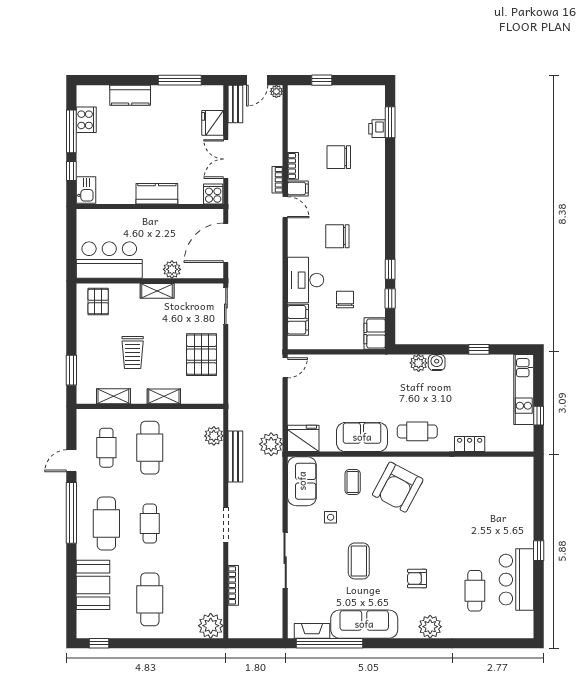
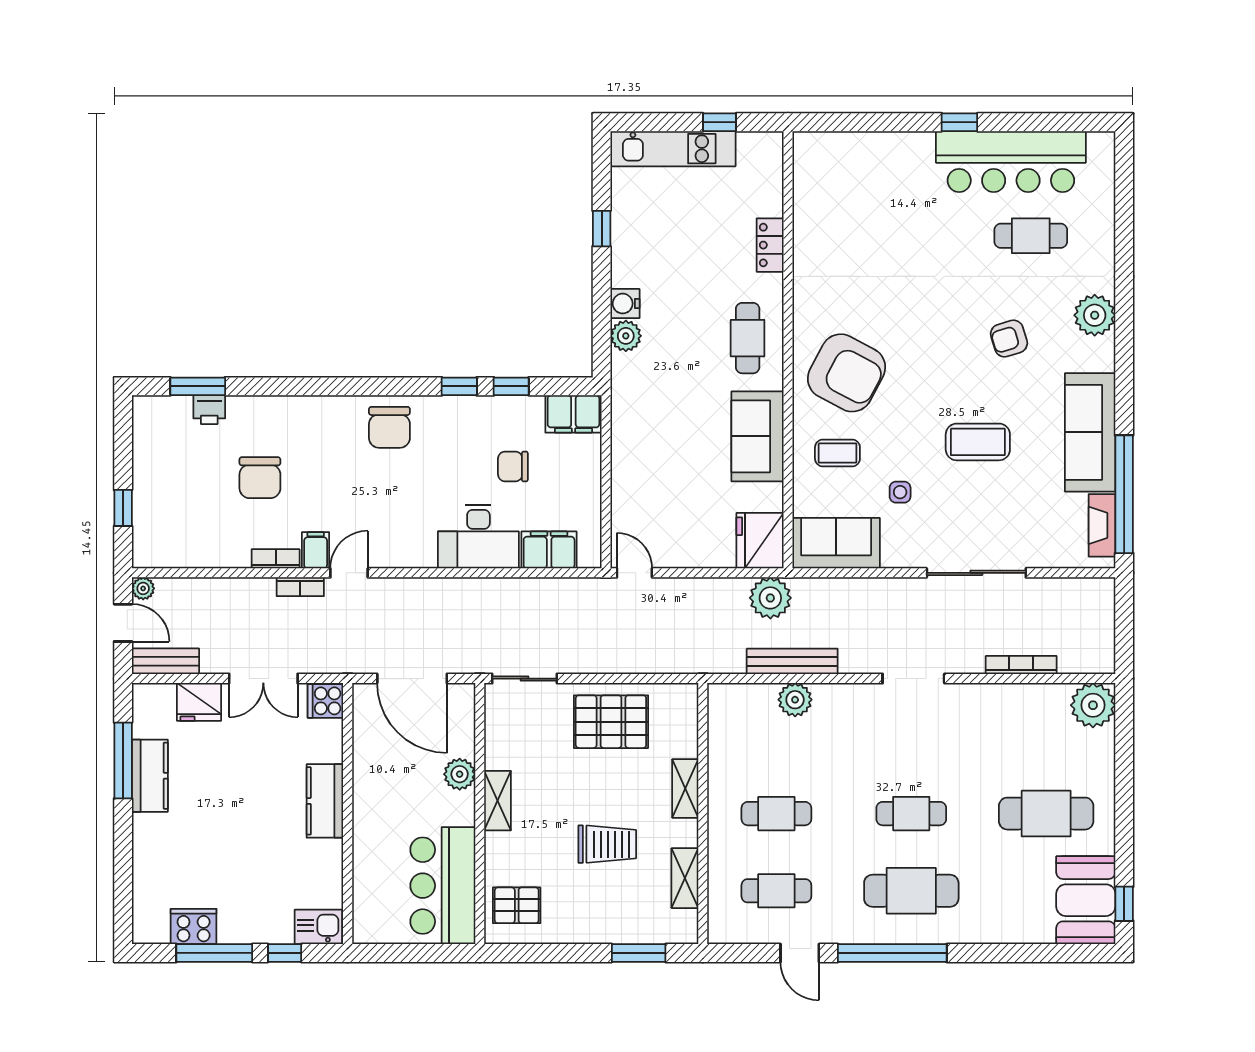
kitchen counter: (130, 95) -> (150, 776), moved
chair: (337, 236) -> (389, 427), moved
plant: (214, 436) -> (795, 700), moved
cafe table: (150, 448) -> (776, 814), width x0.73, depth x0.74
armchair: (417, 579) -> (1009, 339), turned 73
bar counter: (517, 580) -> (1011, 162), width x1.36
booth: (93, 585) -> (1086, 900), moved, turned 90

